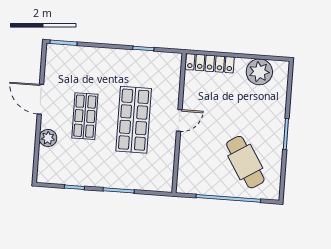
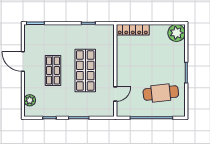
plant: (259, 72) -> (177, 33), moved
door: (179, 120) -> (115, 94), moved
plant: (48, 138) -> (30, 100), moved
cafe table: (245, 162) -> (161, 93), turned -64

